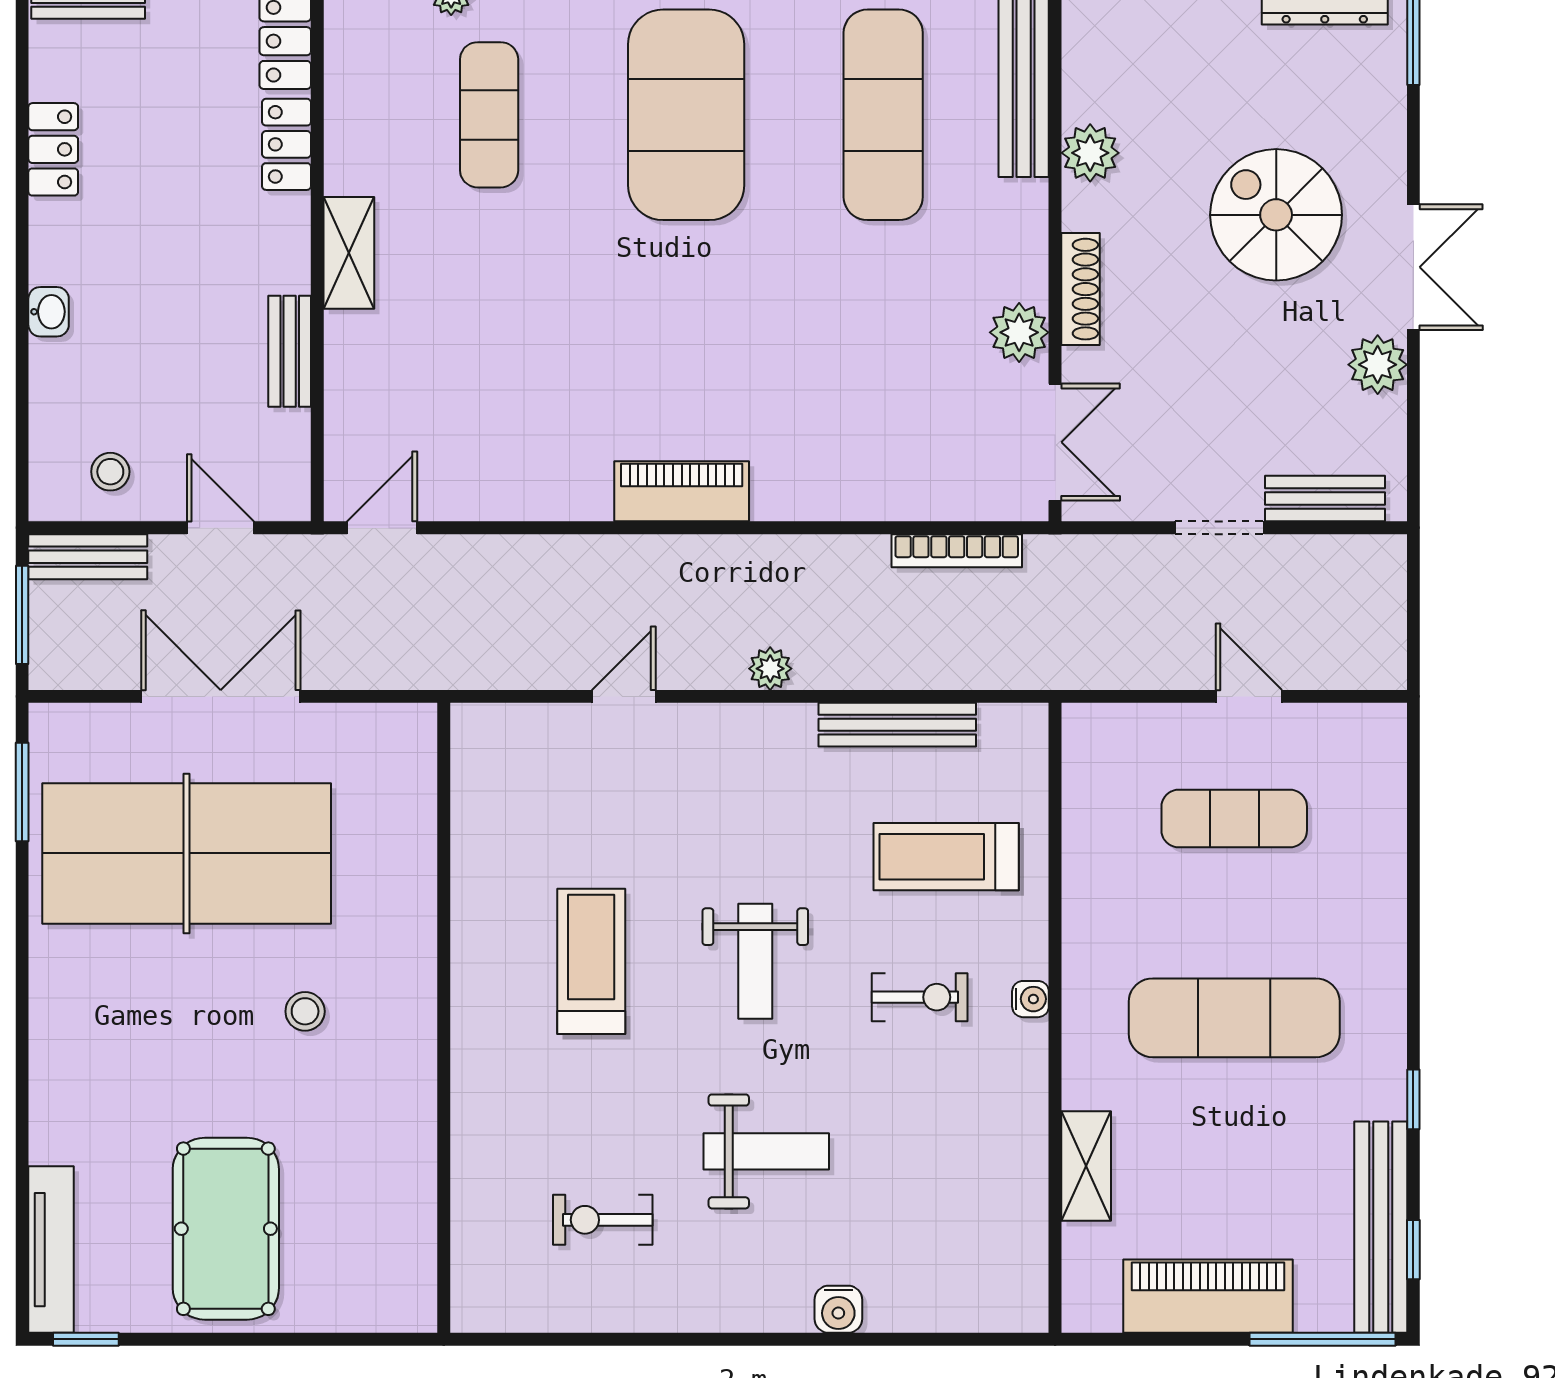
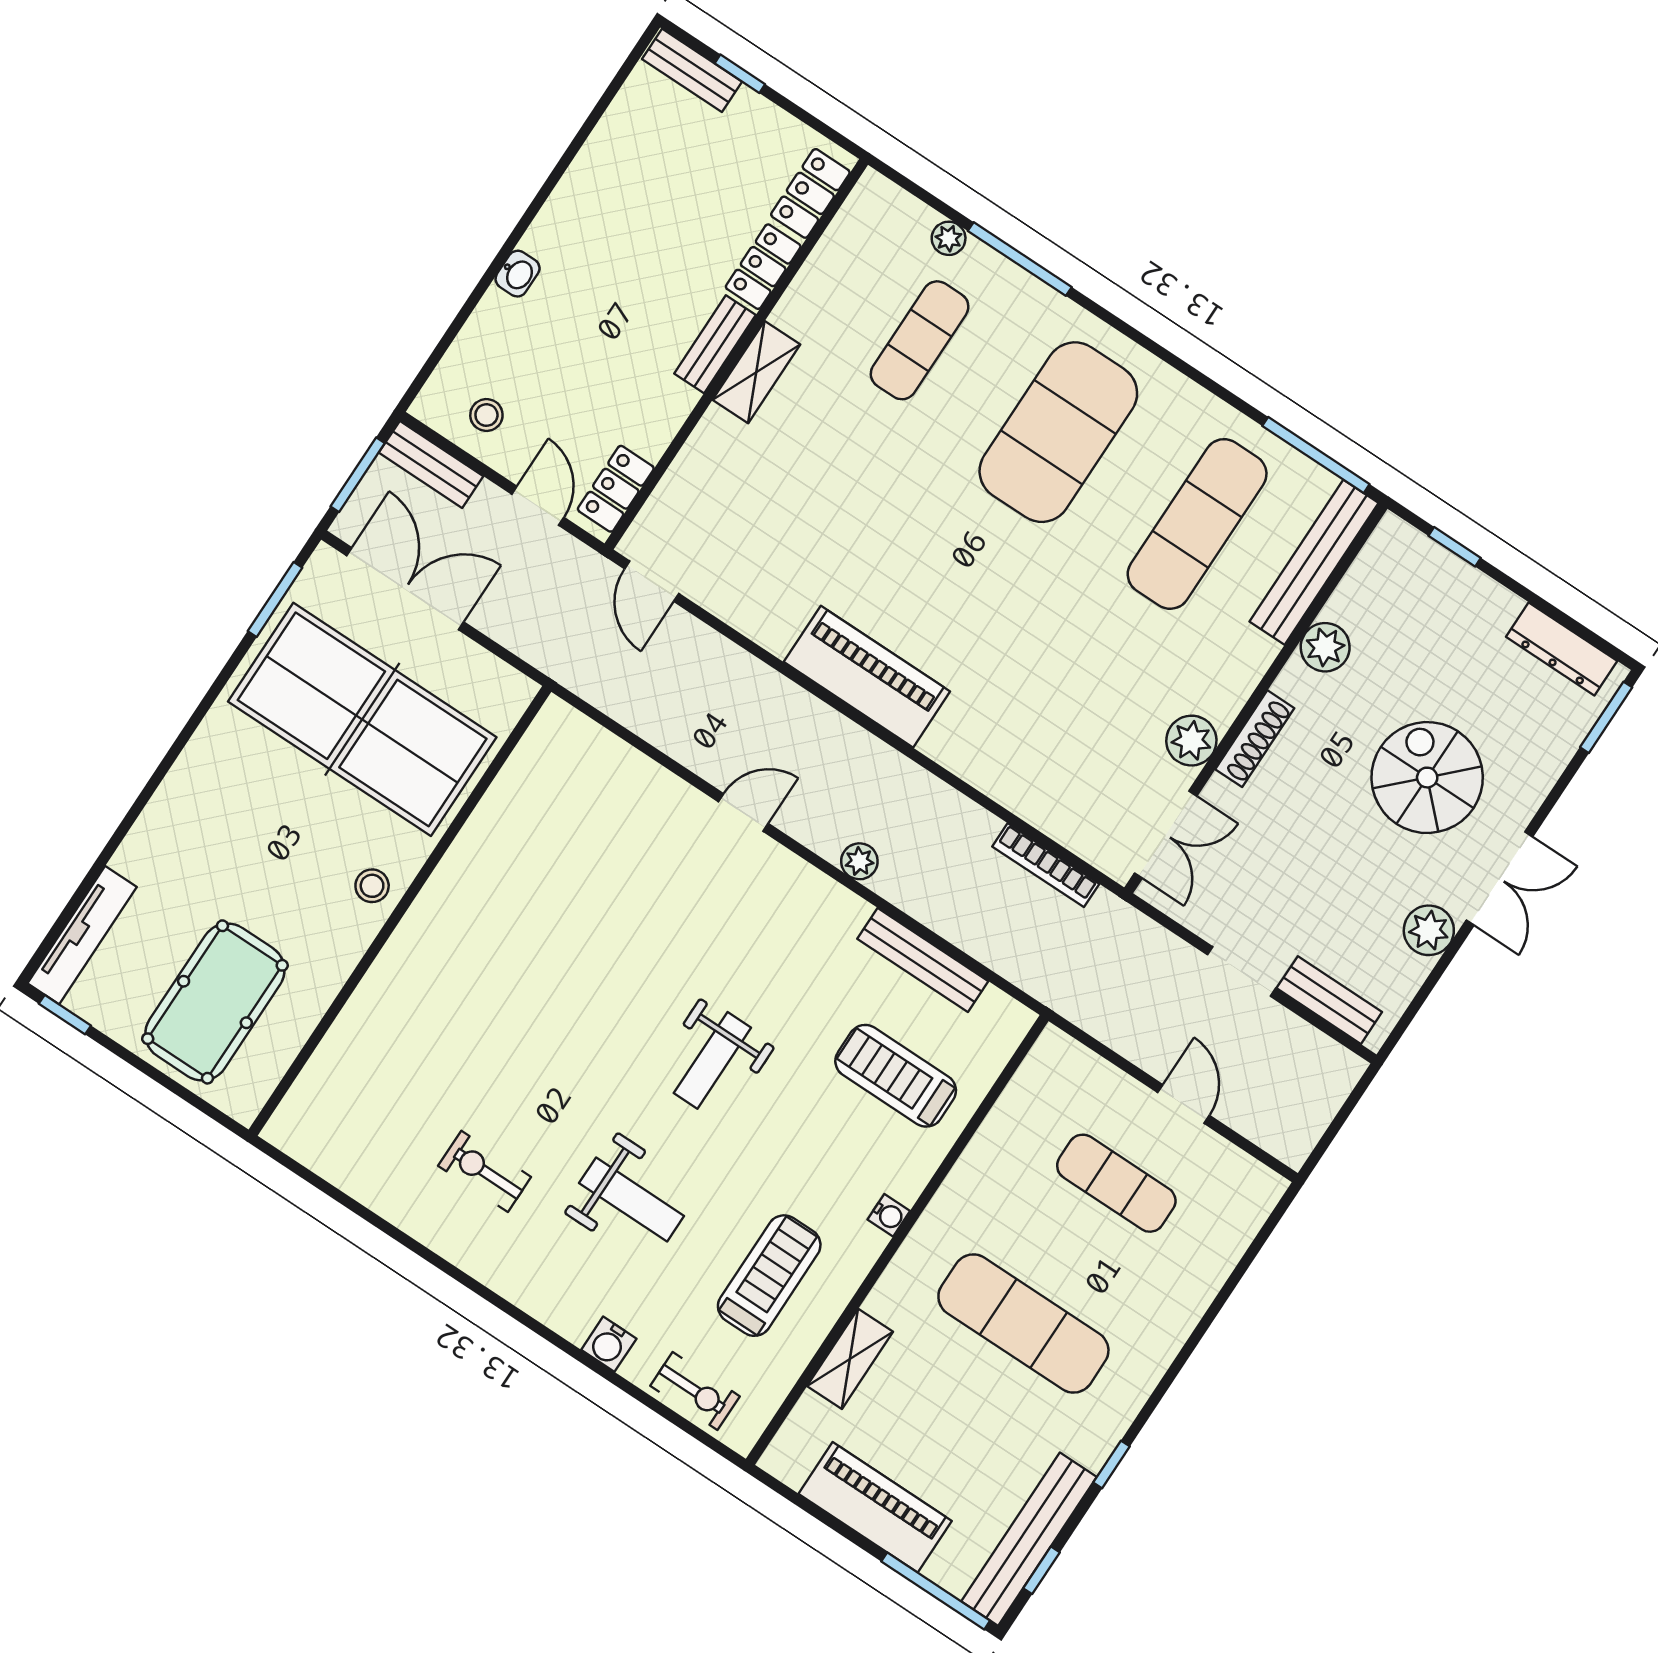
locker: (53, 149) -> (616, 489), moved, turned 180
bench: (290, 351) -> (715, 344), moved
piano: (682, 491) -> (867, 677), width x1.37, depth x1.33
door: (382, 528) -> (652, 581), swing flipped
double door: (221, 696) -> (405, 589), moved
treadmill: (591, 961) -> (769, 1276), moved
exercise bike: (920, 997) -> (695, 1391), moved
wall: (444, 1018) -> (400, 911), moved

